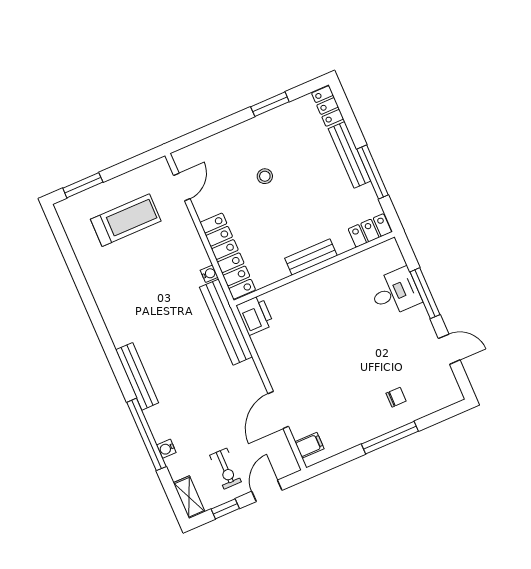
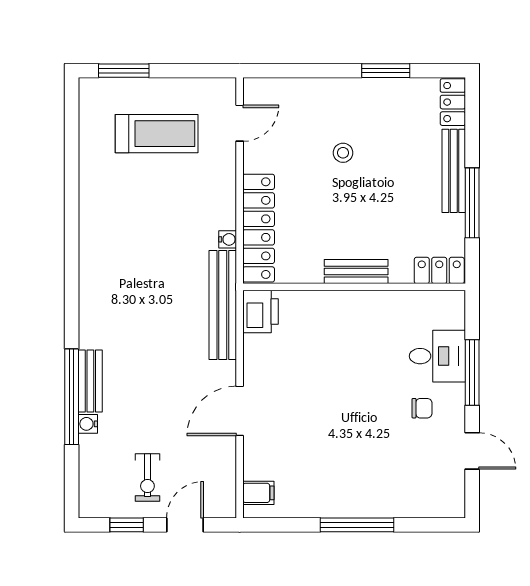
bench: (137, 376) -> (90, 381), moved, width x0.73
chair: (396, 397) -> (422, 408), moved
door: (278, 410) -> (240, 411), moved
shelving: (189, 497) -> (90, 493), removed

